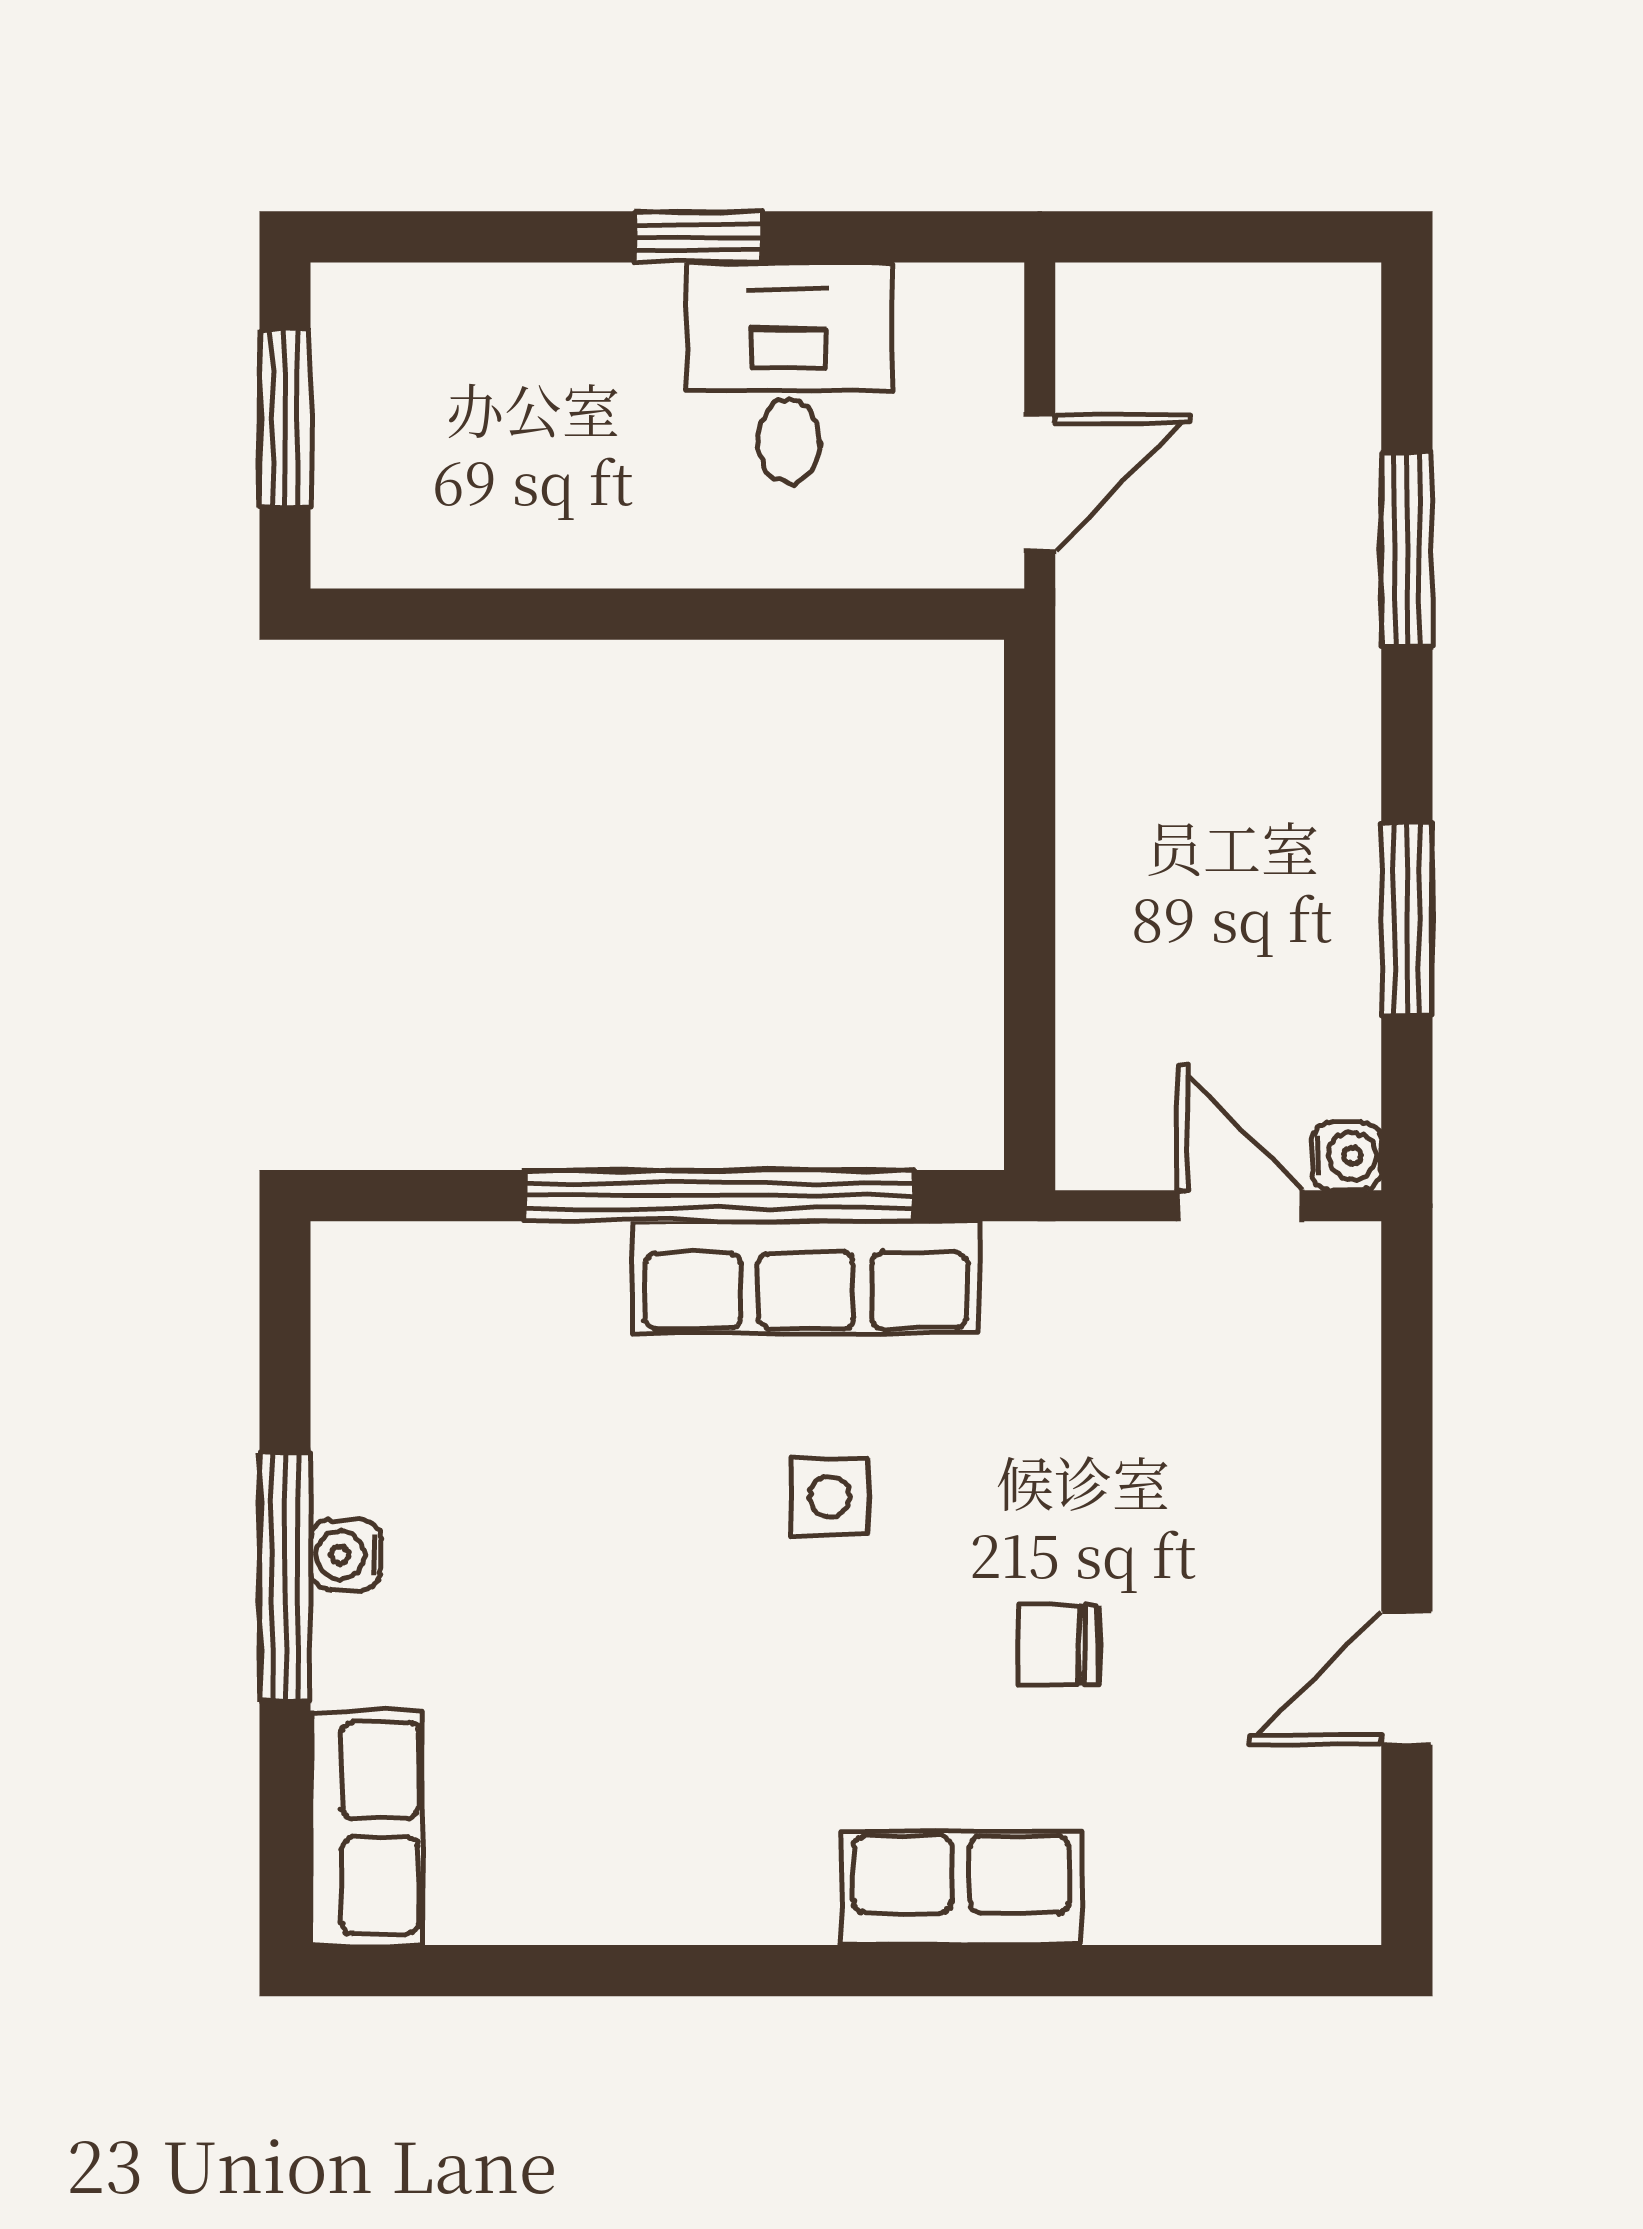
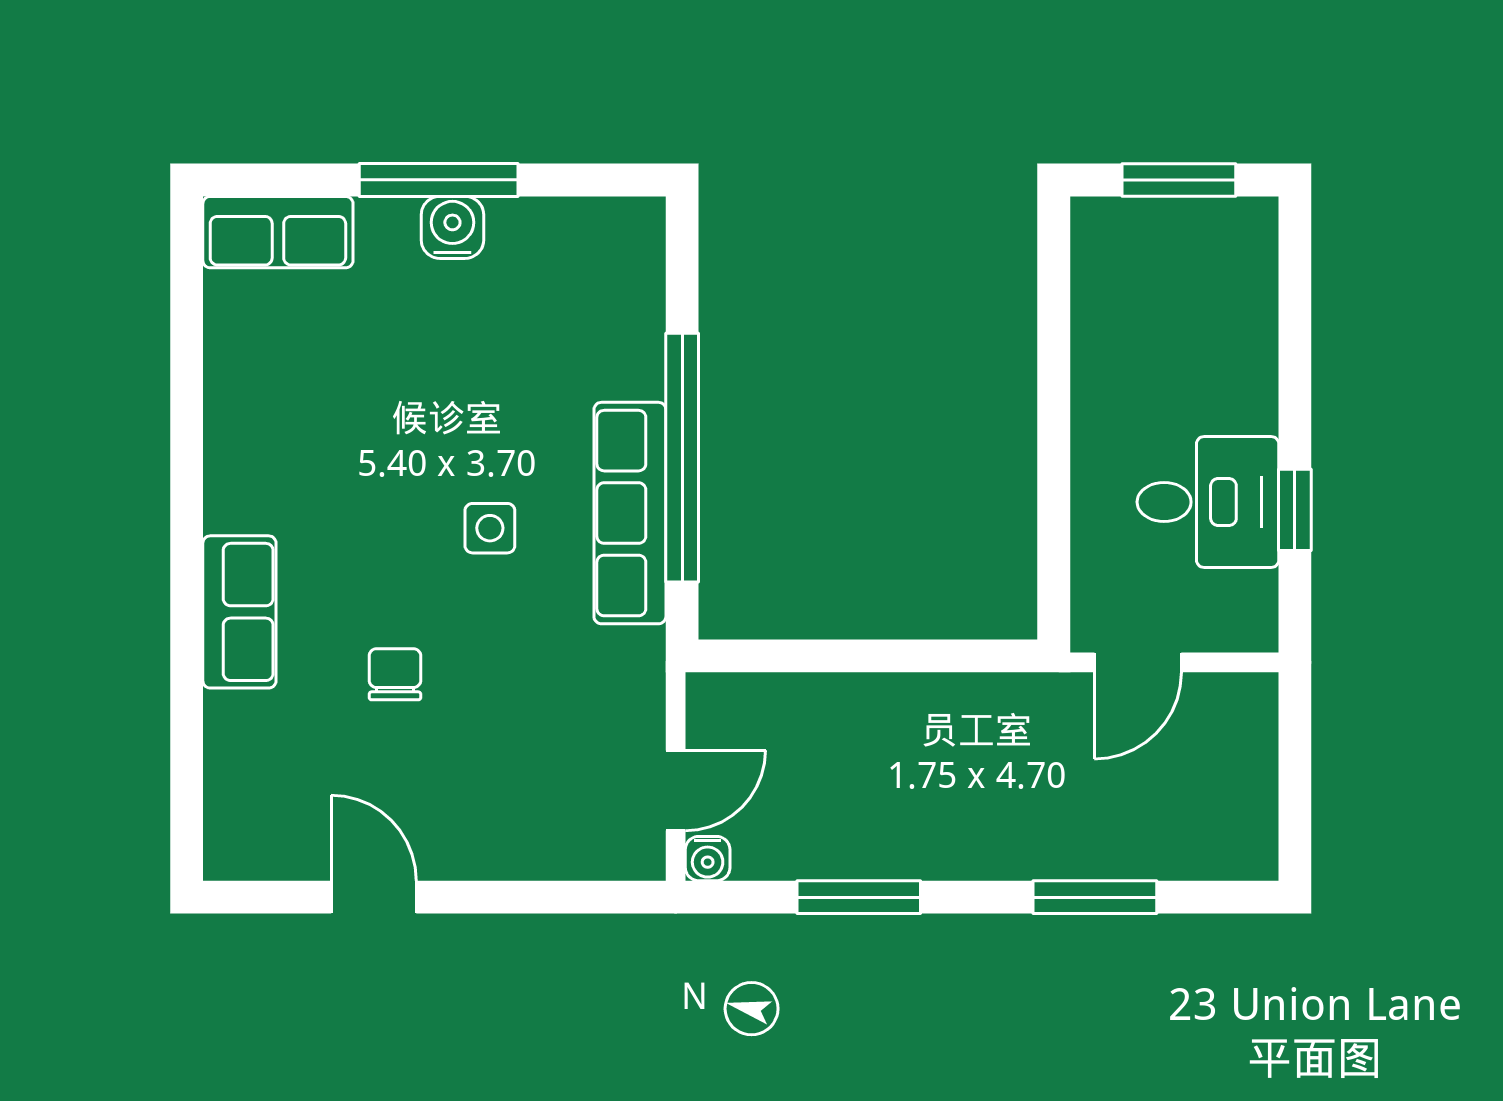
window: (698, 237) -> (1295, 510), moved
door: (1040, 483) -> (1138, 662), hinge flipped
water cooler: (346, 1555) -> (452, 227), width x1.38, depth x1.38

